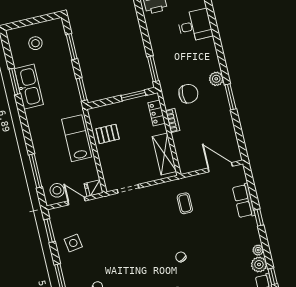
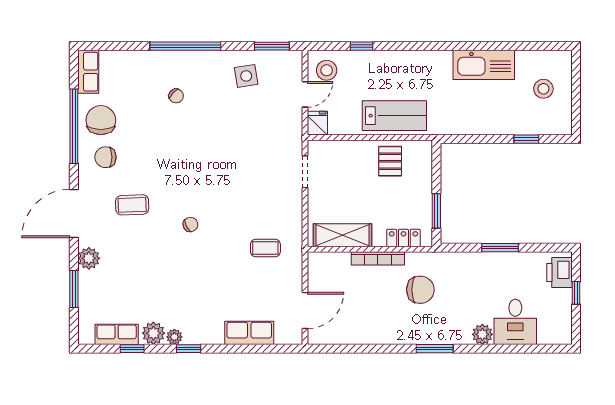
window: (72, 47) -> (526, 139), width x0.67
window: (153, 69) -> (500, 248), moved
plant: (216, 79) -> (482, 334), moved
window: (14, 81) -> (496, 46), removed
window: (82, 89) -> (462, 139), removed
chair: (188, 94) -> (420, 290), turned -90
window: (230, 97) -> (435, 349), moved
bookcase: (173, 120) -> (378, 258), width x1.56
window: (35, 171) -> (362, 46), width x0.46
window: (259, 217) -> (189, 349), moved

